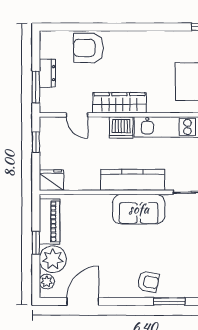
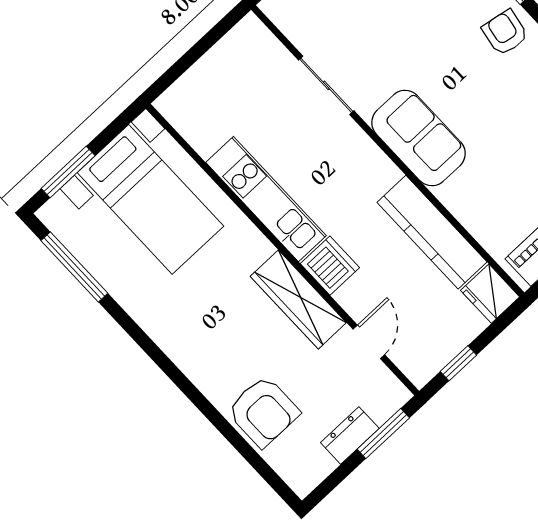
kitchen counter: (132, 180) -> (432, 232), moved

